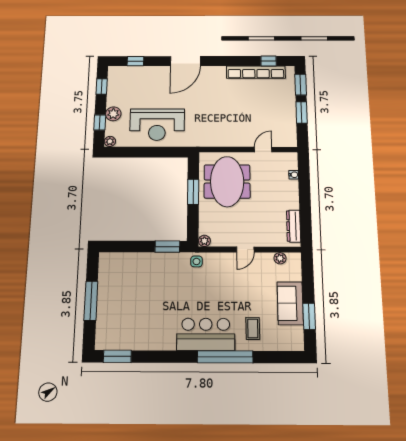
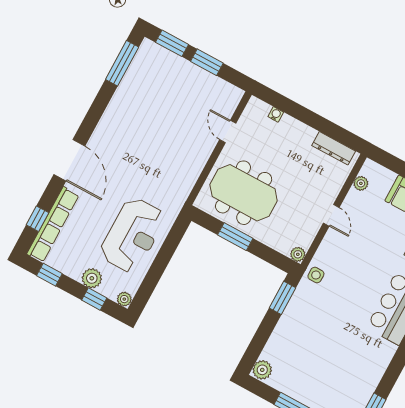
window: (269, 61) -> (122, 63), width x2.17
row of seats: (256, 72) -> (53, 225), moved
plant: (108, 260) -> (262, 370), added

